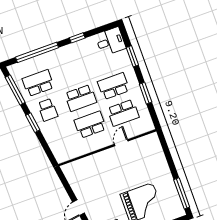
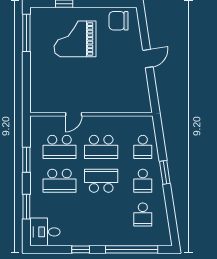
school desk: (38, 83) -> (143, 215), width x0.54
window: (15, 90) -> (171, 216), removed
school desk: (48, 110) -> (143, 181), turned 180
school desk: (123, 113) -> (60, 147), turned 180
school desk: (57, 136) -> (143, 147), added

